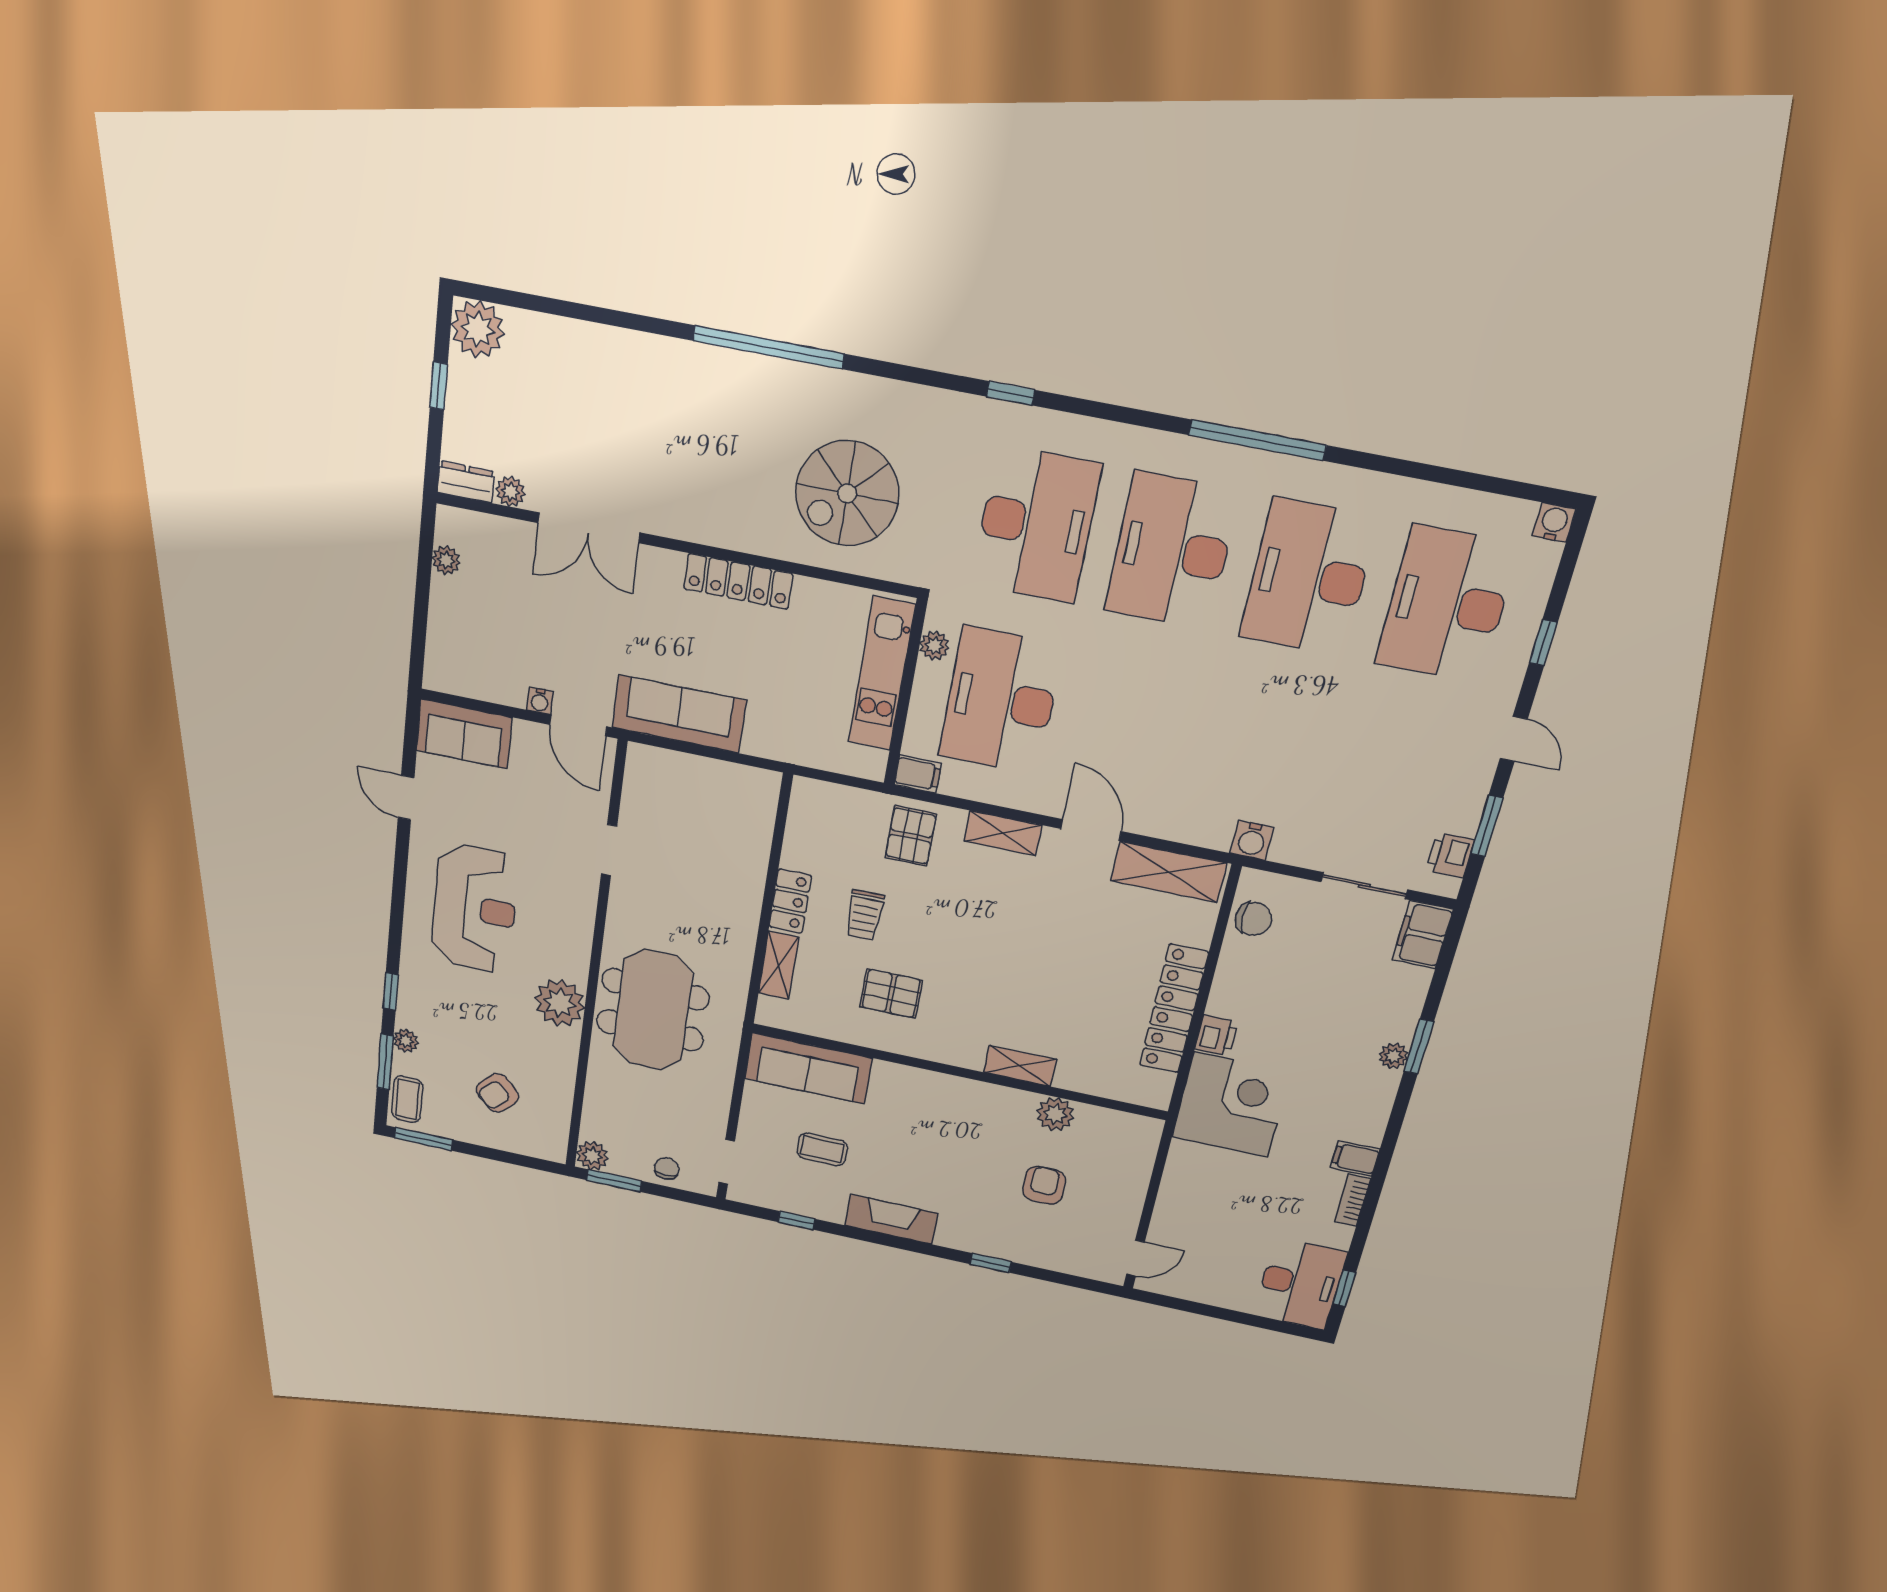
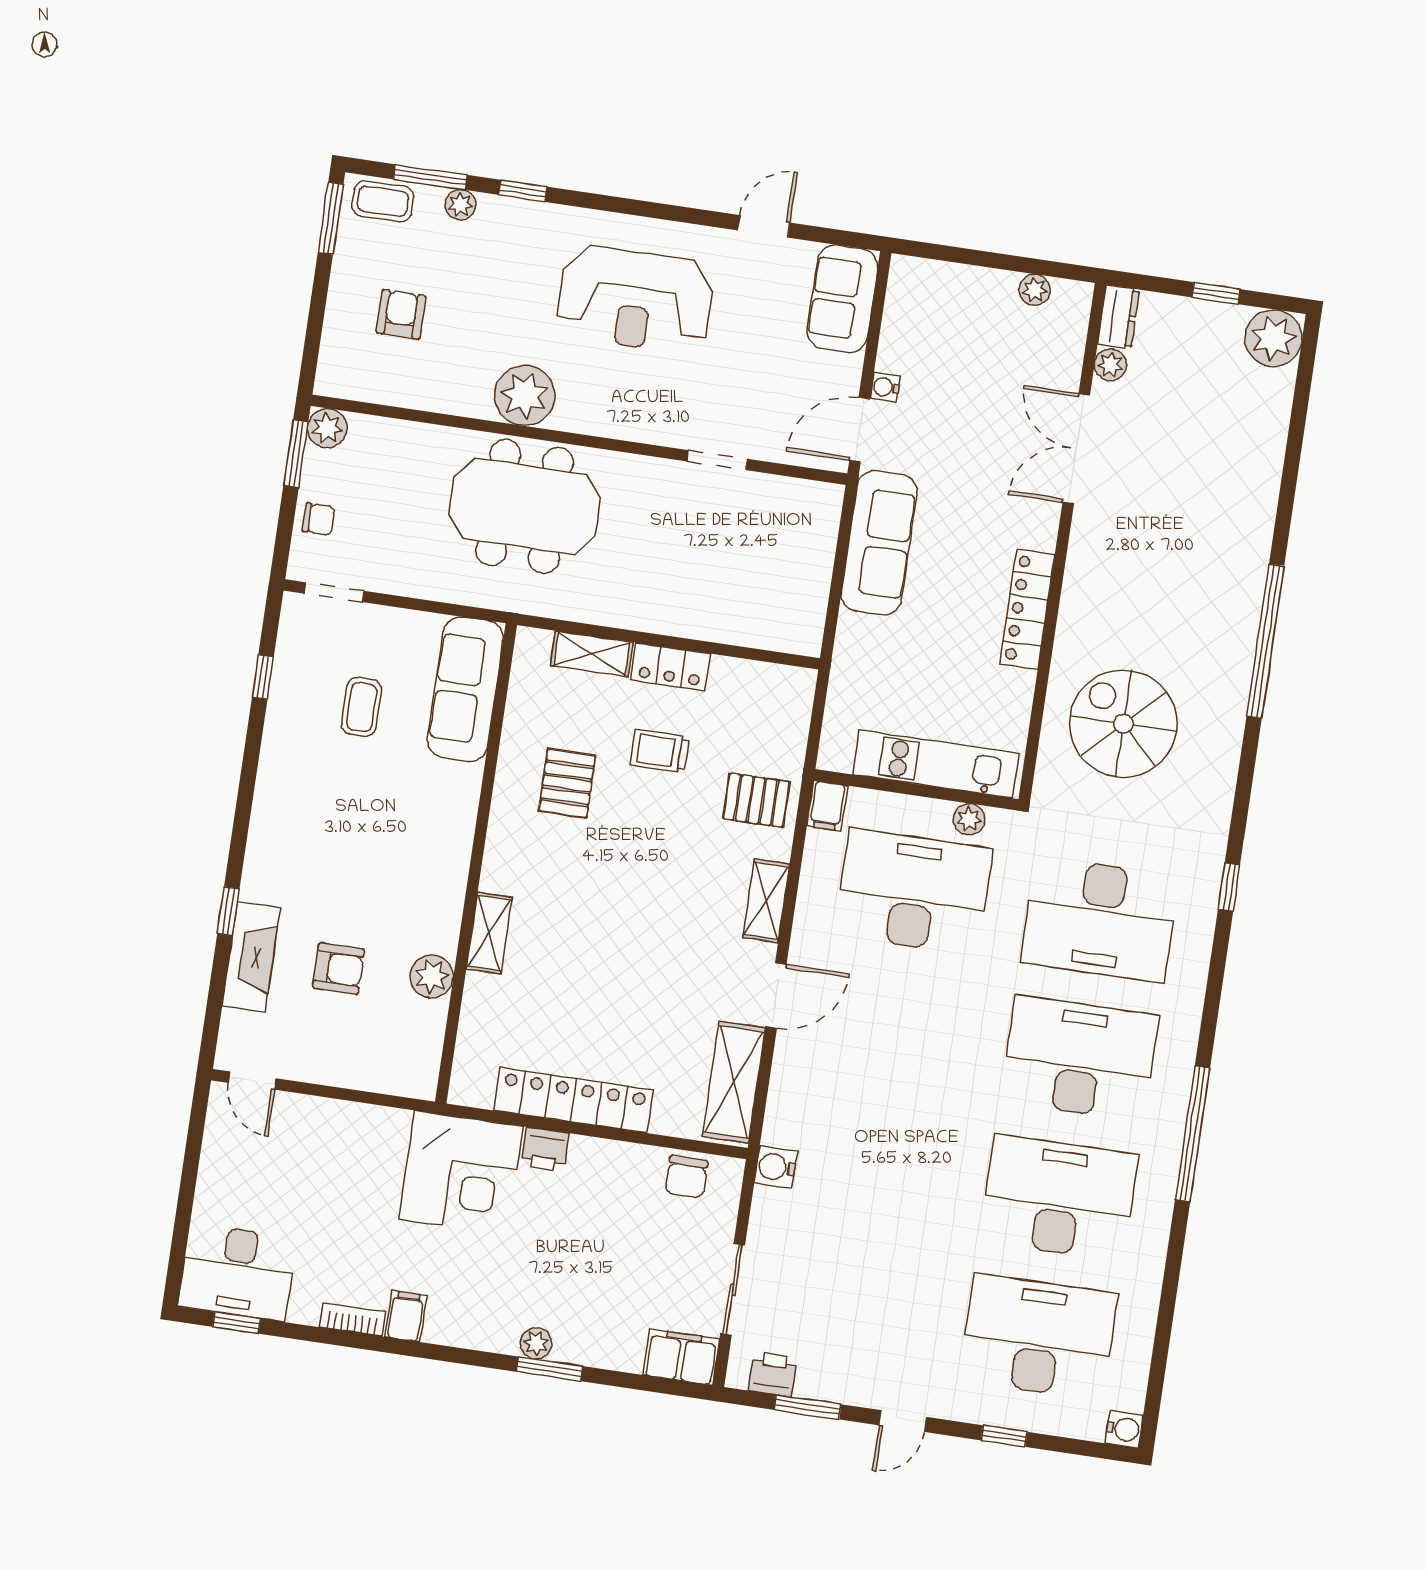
armchair: (497, 1093) -> (401, 314), turned 45
fireplace: (891, 1219) -> (251, 957), moved

